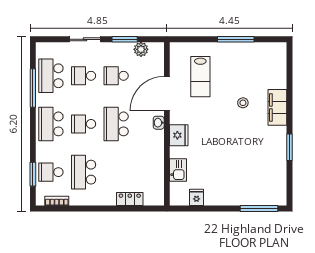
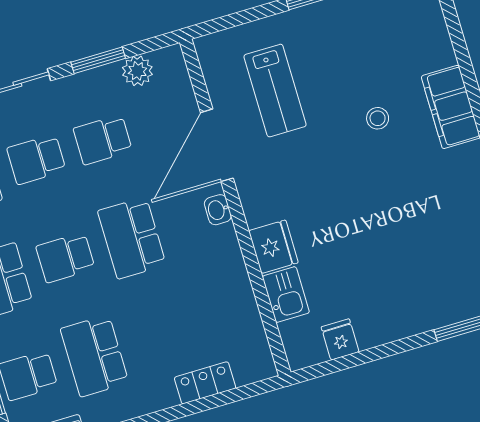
fridge: (179, 135) -> (273, 247), moved

